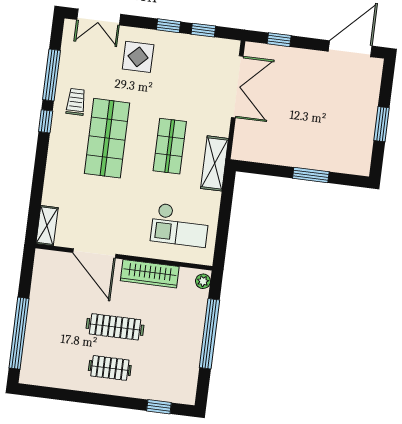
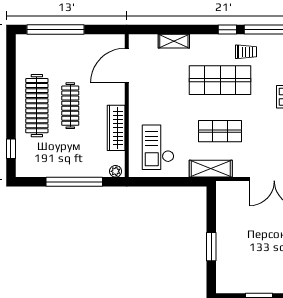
shelving: (47, 226) -> (174, 41), moved
door: (94, 253) -> (127, 66), moved
clothes rail: (110, 368) -> (37, 106), width x1.86, depth x1.31

